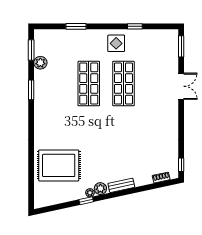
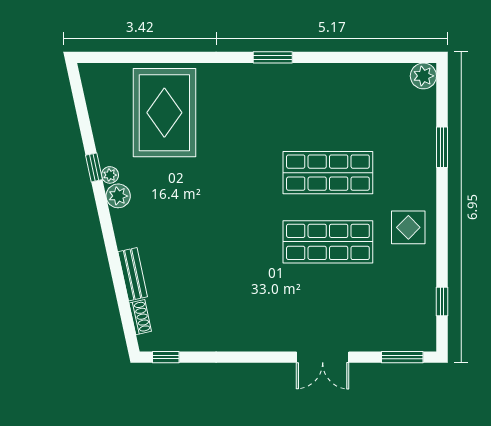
window: (135, 26) -> (442, 302), moved
window: (31, 50) -> (395, 57), removed
plant: (40, 63) -> (423, 76), moved
window: (31, 90) -> (273, 57), moved
bench: (121, 185) -> (133, 274), moved

